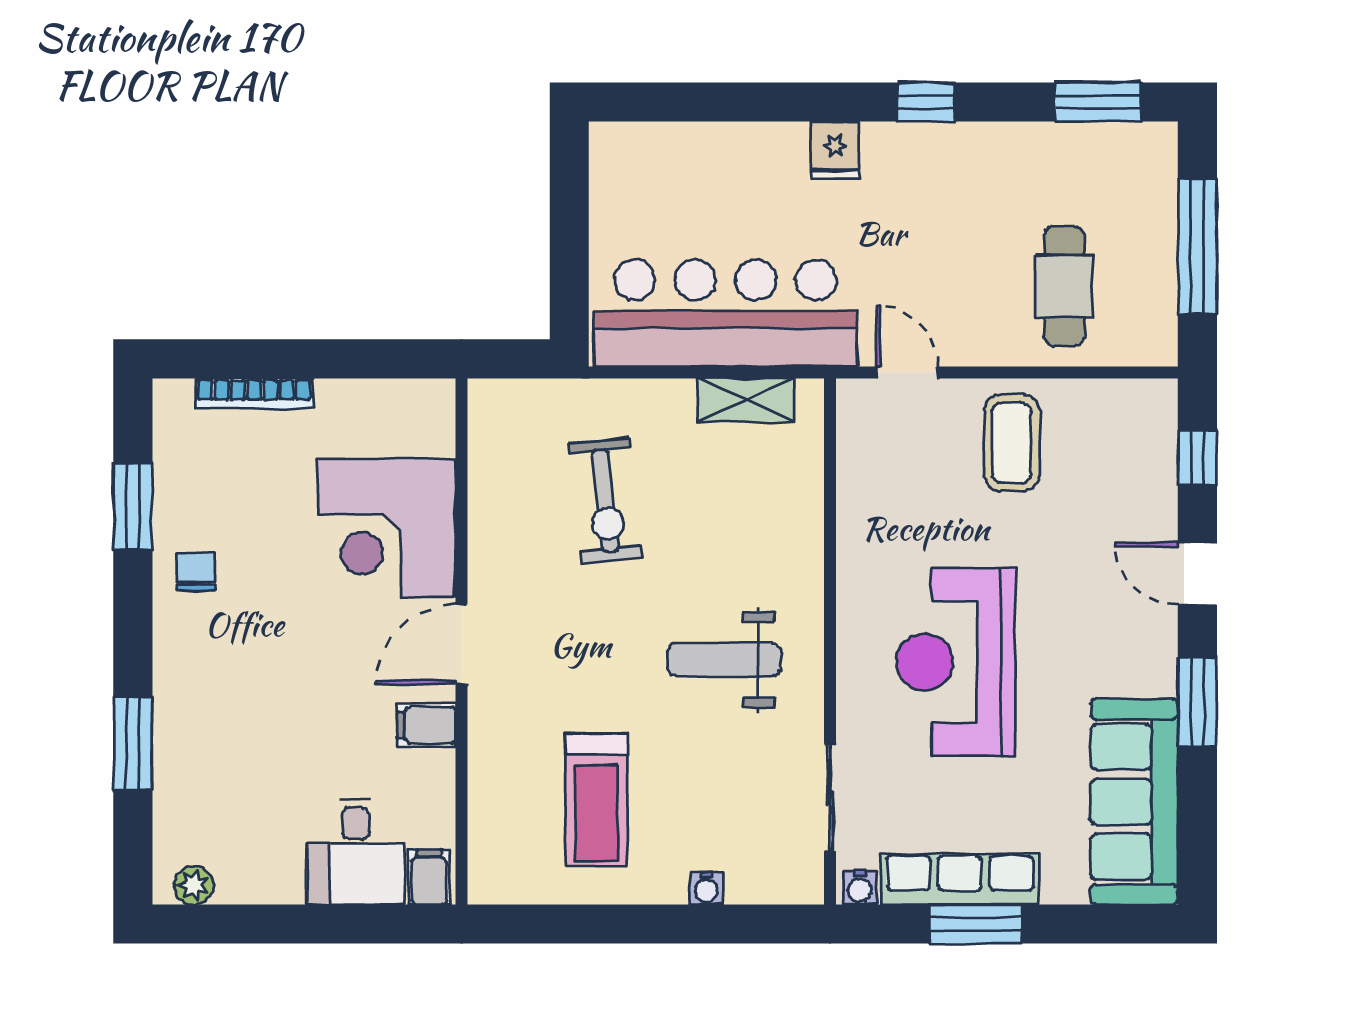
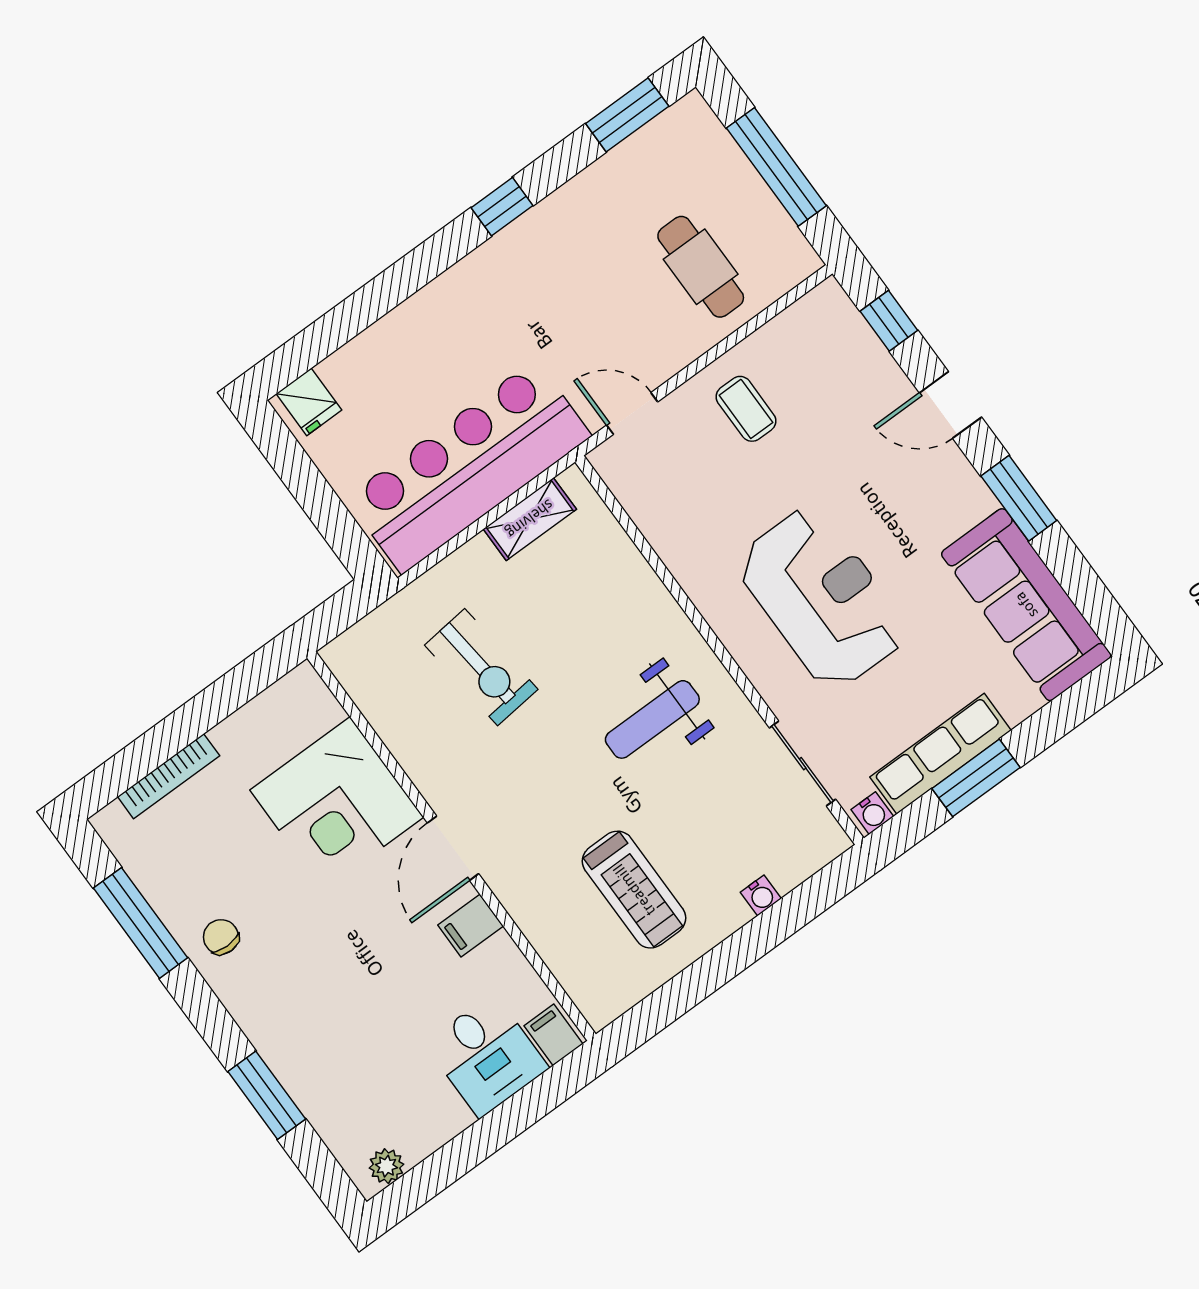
fridge: (835, 150) -> (309, 402), moved
coffee table: (1012, 443) -> (746, 409), width x0.73, depth x0.77
window: (133, 507) -> (141, 923), width x1.44
reception desk: (956, 662) -> (822, 598), turned 180

